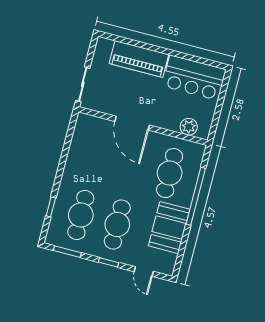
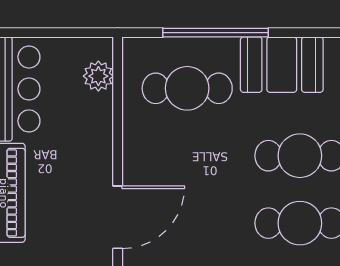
door: (132, 123) -> (118, 217), moved

